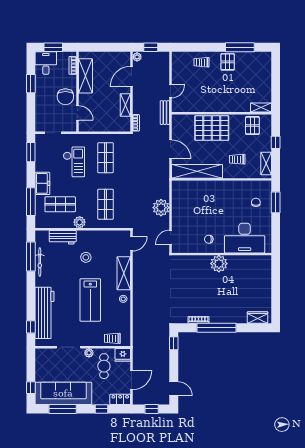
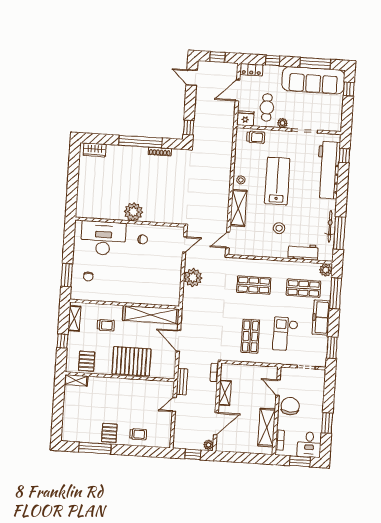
freezer: (42, 183) -> (321, 317), width x1.40
shop shelf: (106, 204) -> (254, 285), turned 90
plant: (80, 222) -> (326, 270), moved

